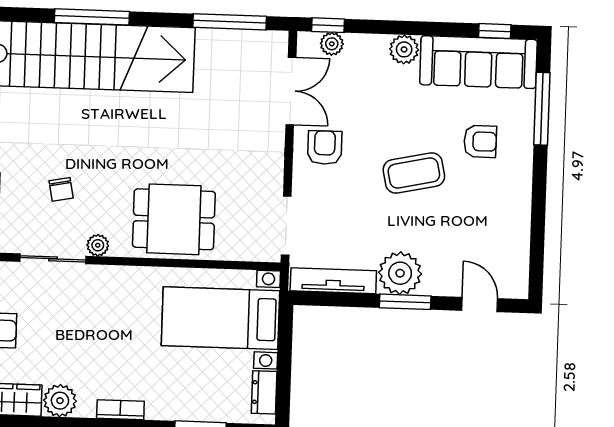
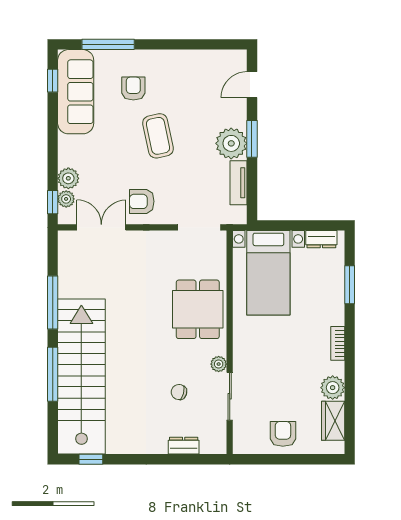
window: (230, 22) -> (53, 303), moved
plant: (404, 49) -> (68, 178), moved
chair: (61, 189) -> (179, 392), turned -153
tv unit: (333, 281) -> (238, 183), width x0.71

